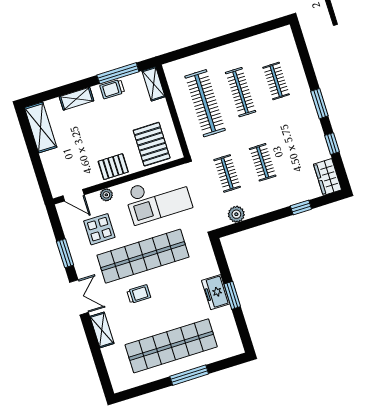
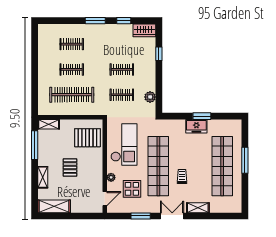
trolley: (112, 89) -> (44, 152), removed
clothes rail: (241, 92) -> (72, 69), width x0.73
pallet: (113, 167) -> (70, 168), moved

